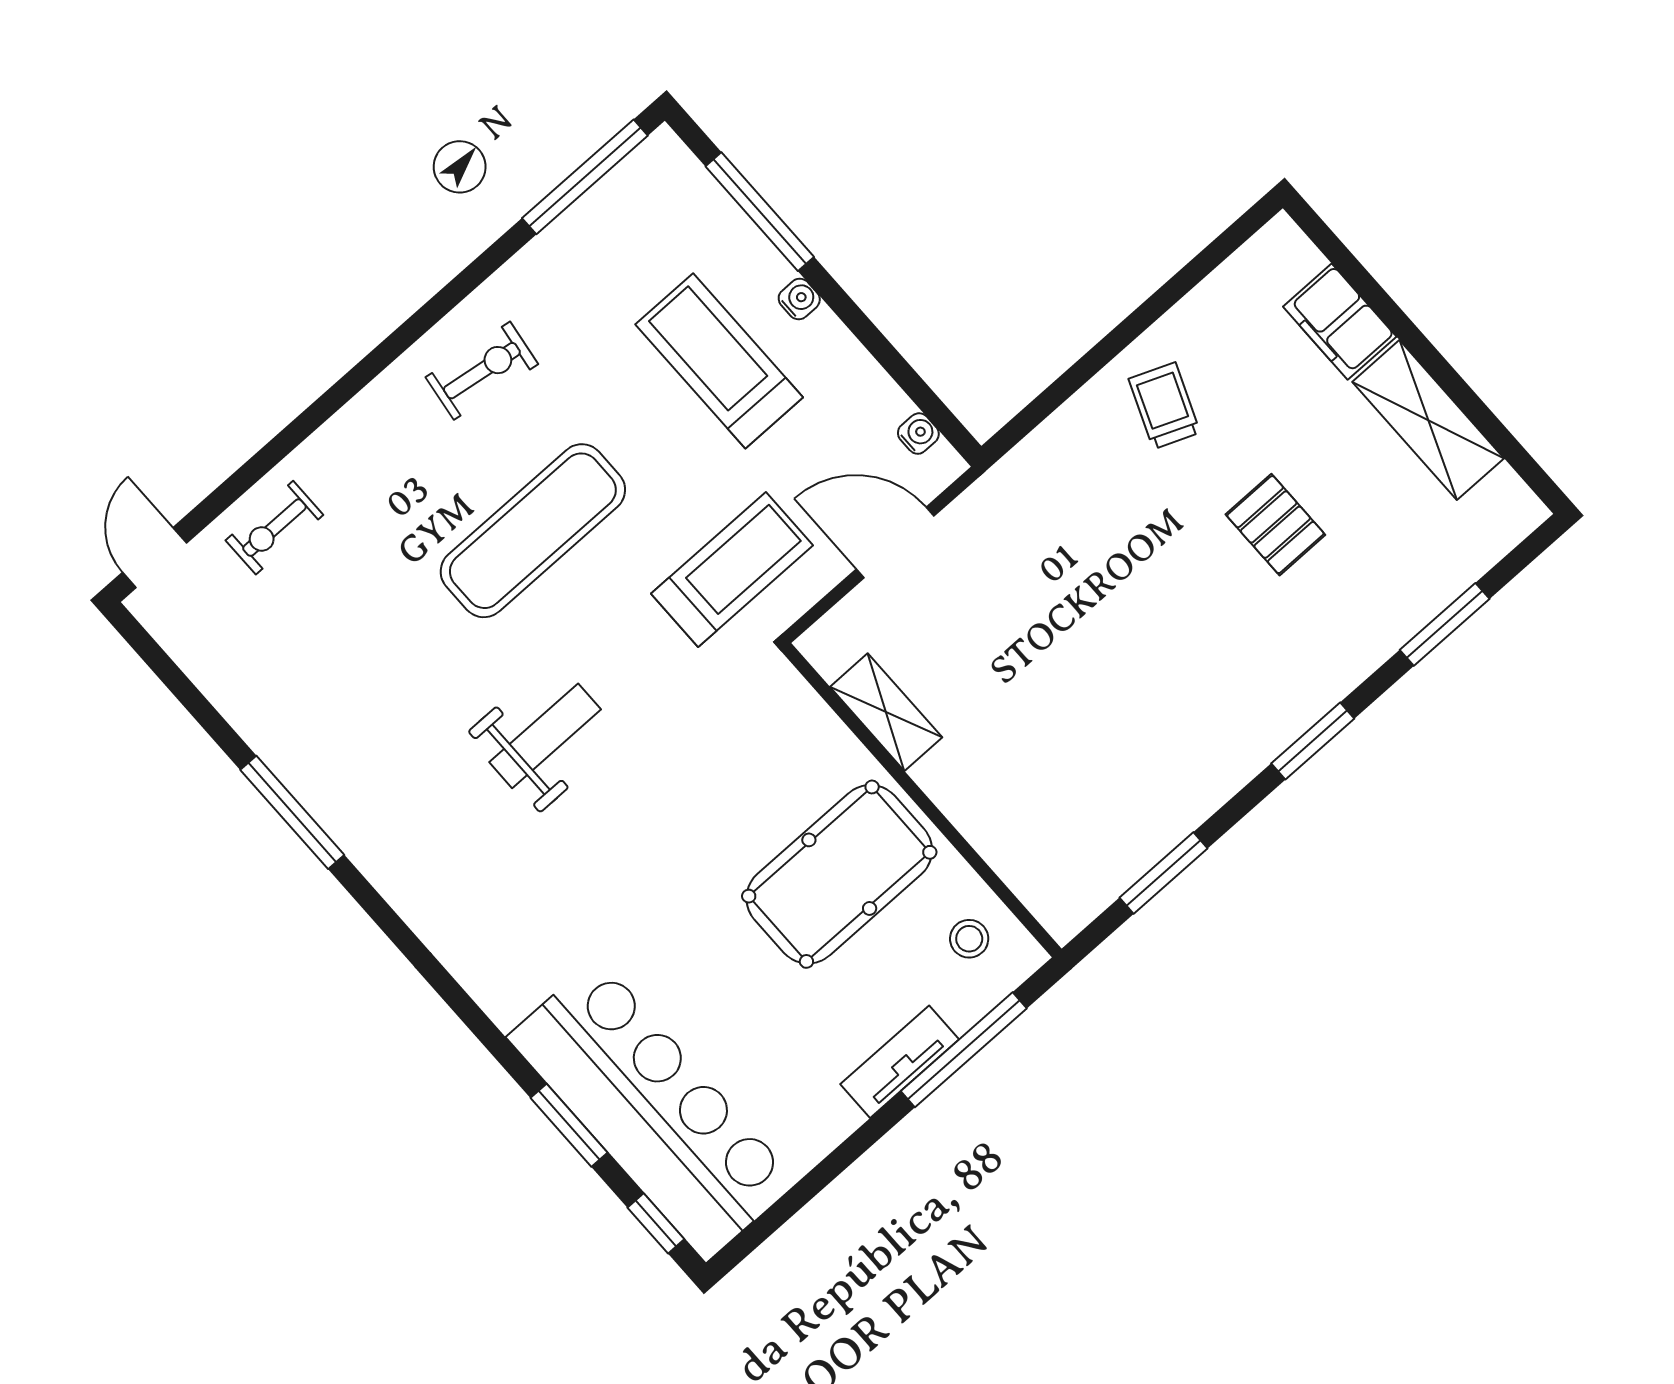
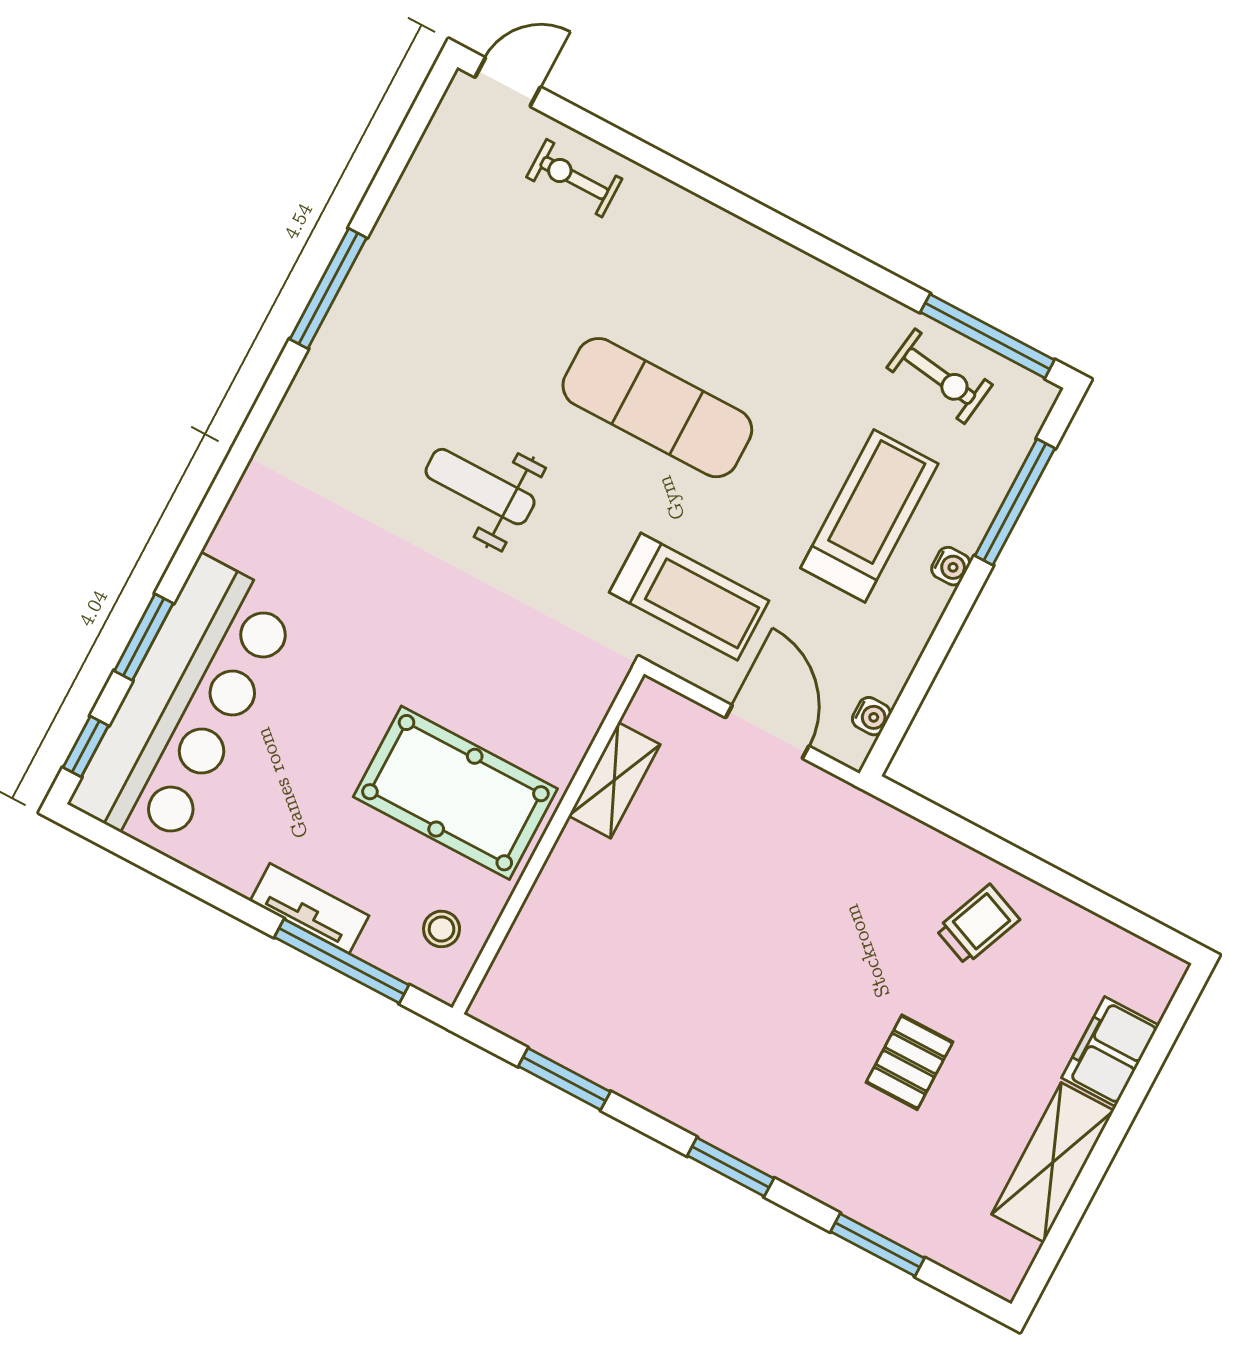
exercise bike: (482, 371) -> (940, 376), moved
weight bench: (545, 736) -> (480, 487), turned 180

